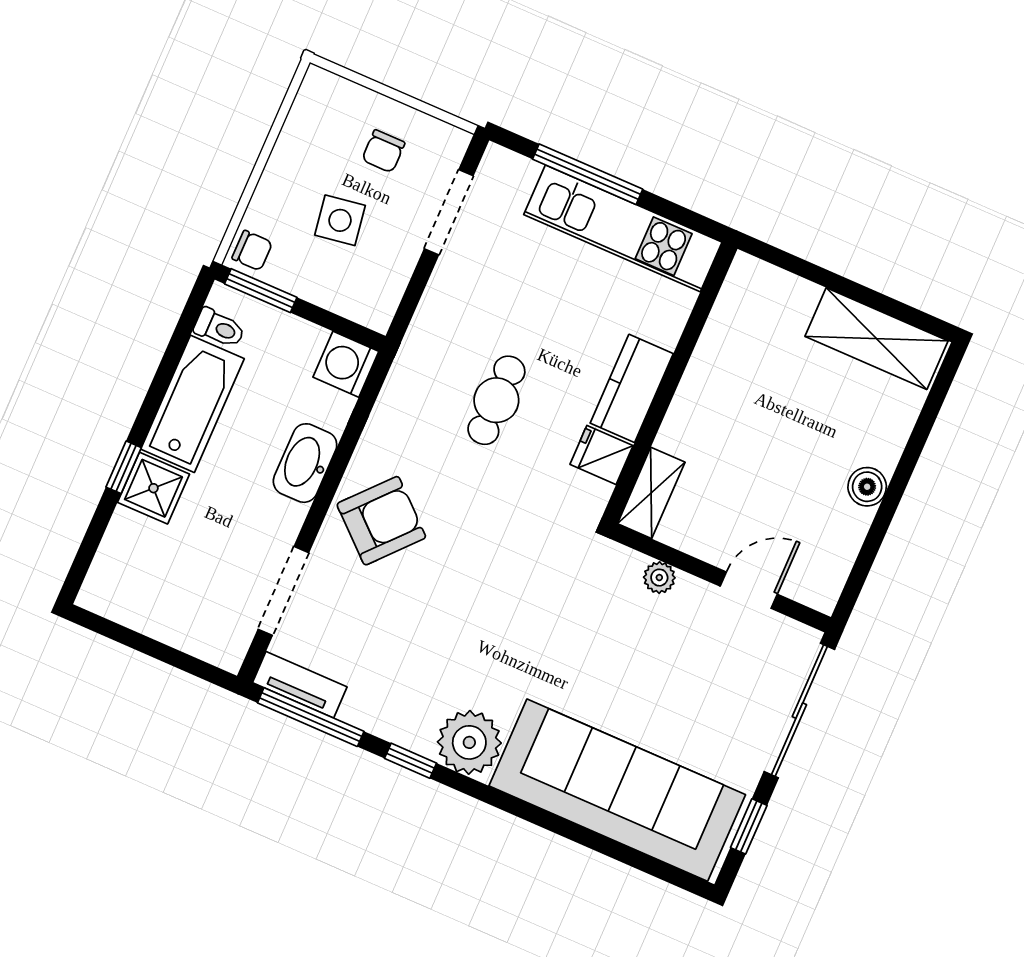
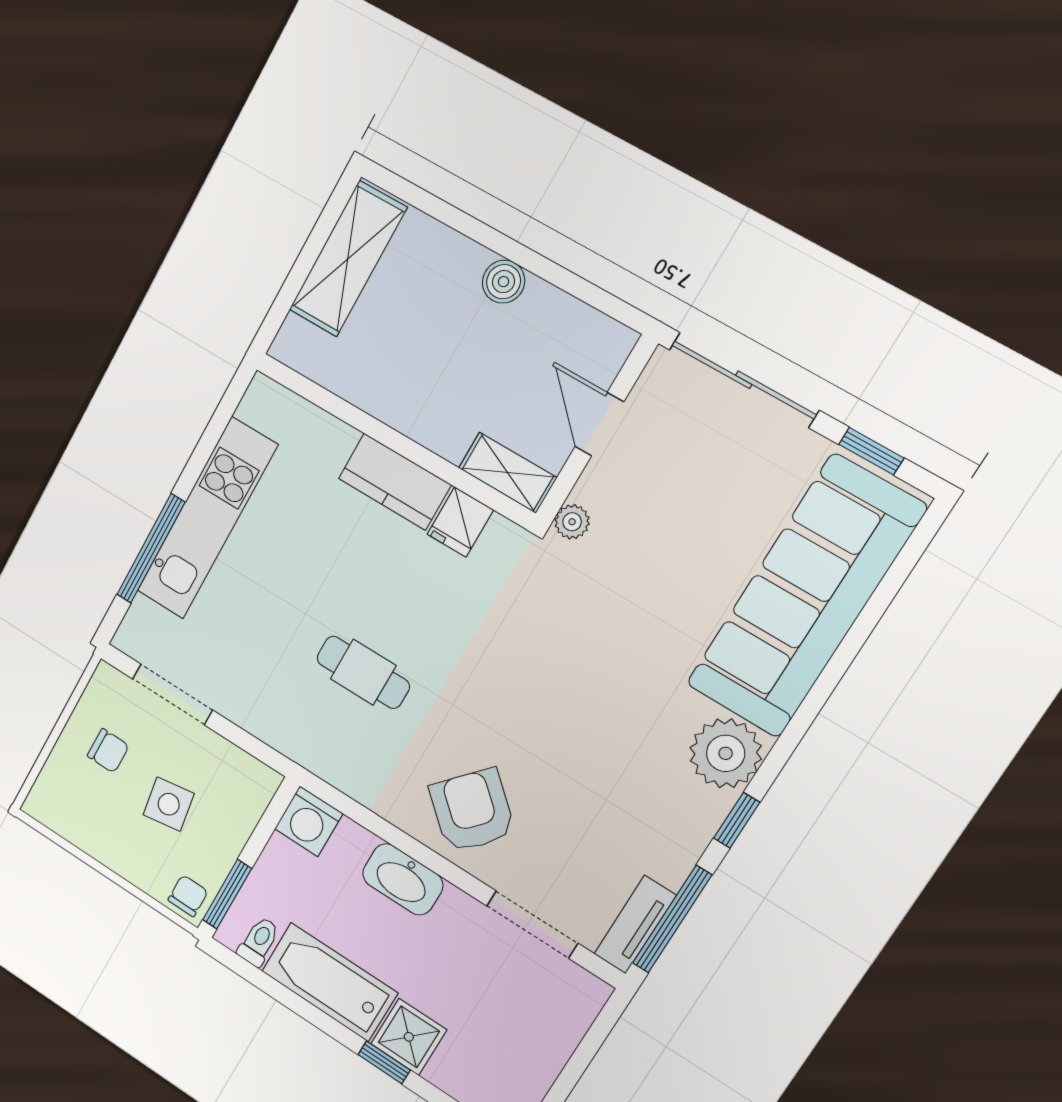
wall: (670, 383) -> (394, 440), moved
kitchen counter: (632, 388) -> (395, 482), moved
fridge: (602, 455) -> (460, 522), moved
shelving: (651, 493) -> (508, 473), moved

